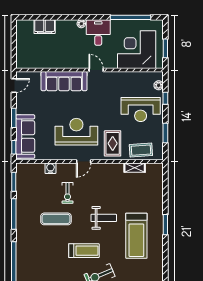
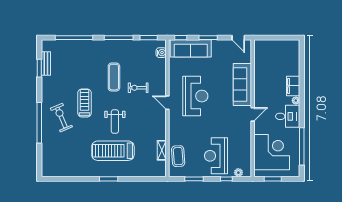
filing cabinet: (45, 27) -> (293, 86), moved
rug: (113, 143) -> (184, 130), removed
water cooler: (50, 168) -> (161, 53), moved
treadmill: (136, 236) -> (113, 151), moved
treadmill: (84, 251) -> (85, 103), turned 180

